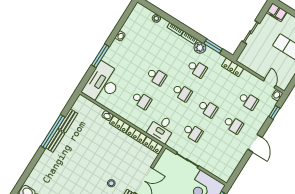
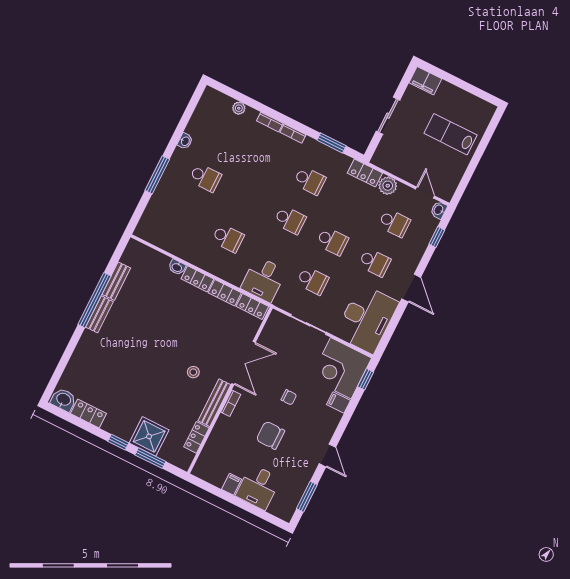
plant: (200, 48) -> (388, 186), moved
school desk: (156, 76) -> (205, 178), moved
desk: (103, 83) -> (367, 319), moved, turned 180

